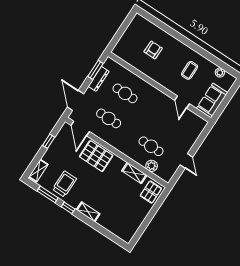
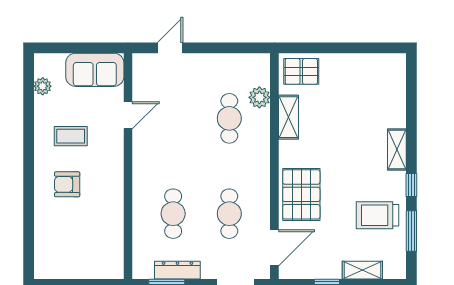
armchair: (153, 50) -> (67, 184), moved
door: (186, 161) -> (170, 48), moved
shelving: (38, 171) -> (362, 270), moved

